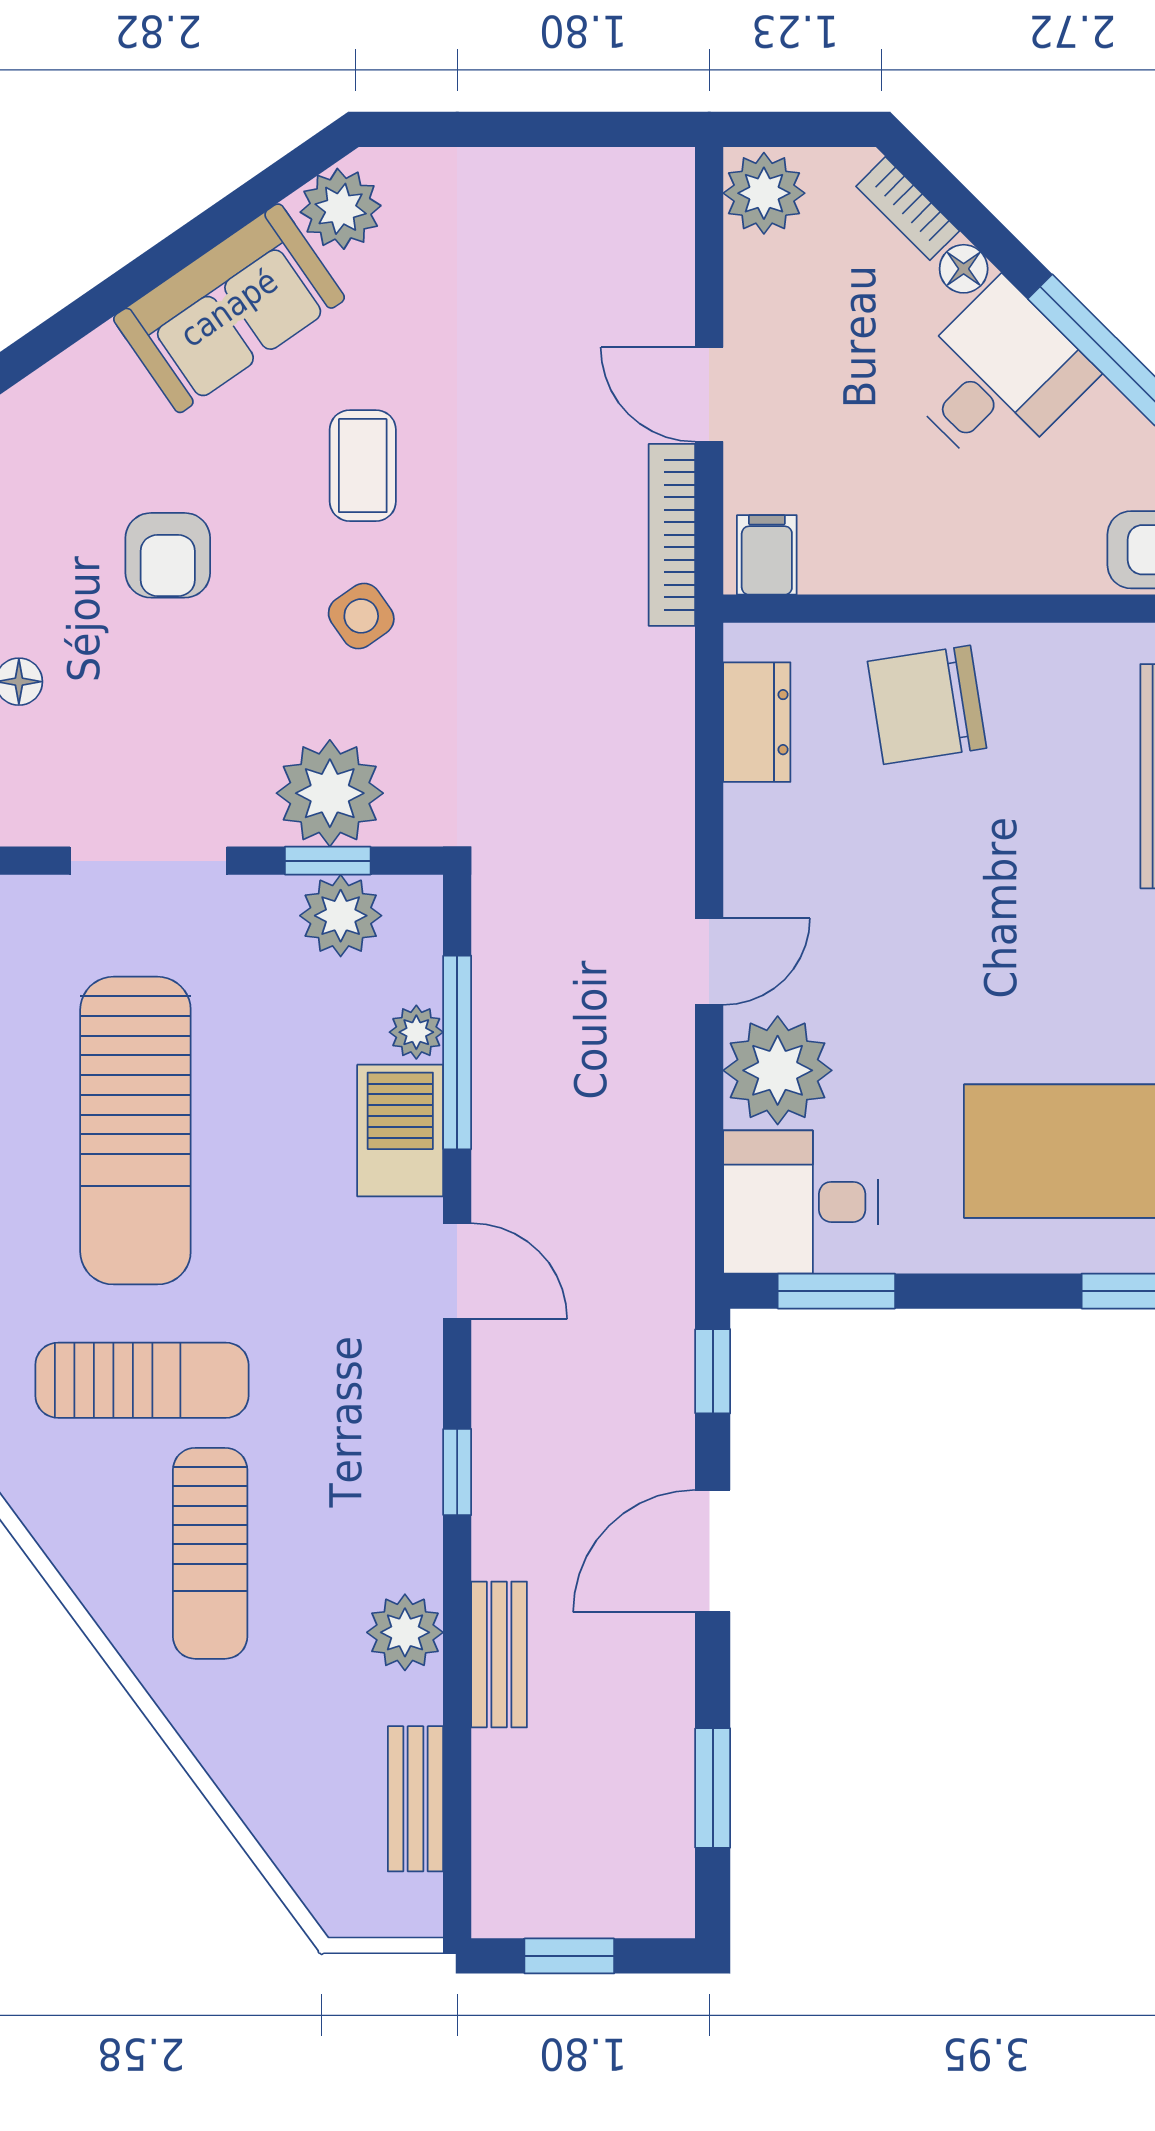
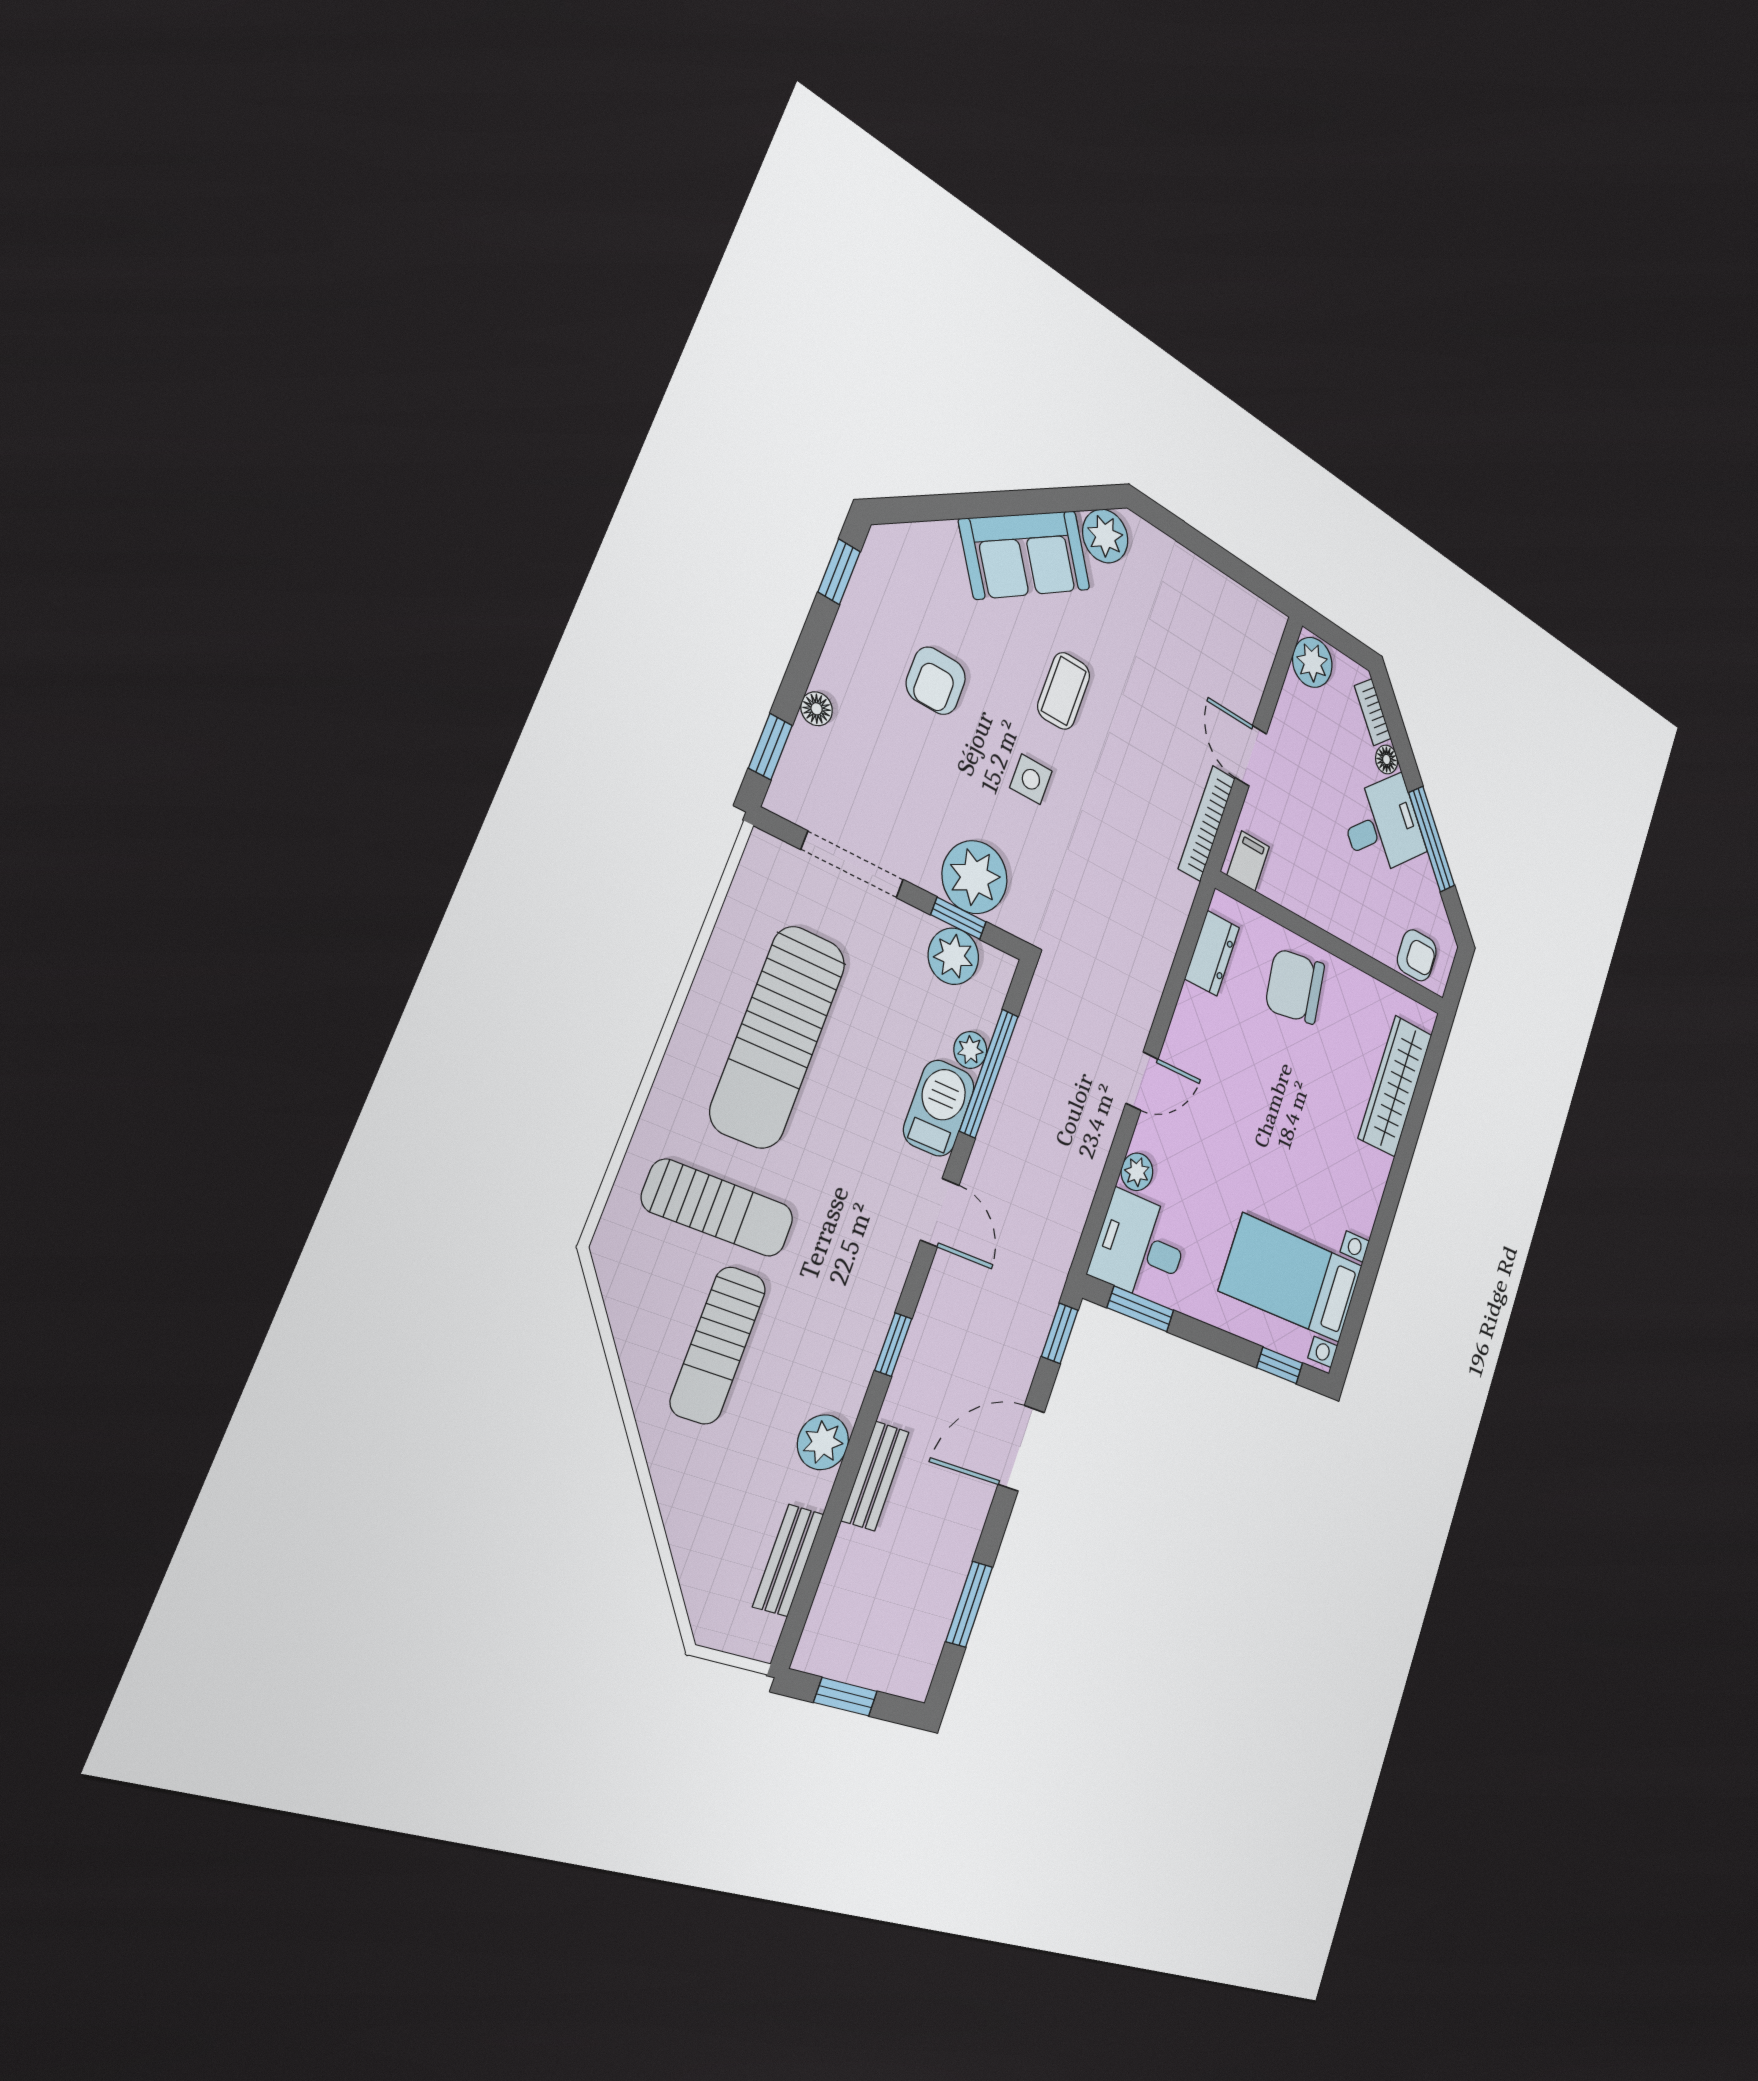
side table: (361, 616) -> (1031, 779), turned 35
plant: (778, 1070) -> (1137, 1172), width x0.53, depth x0.53

